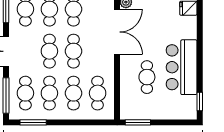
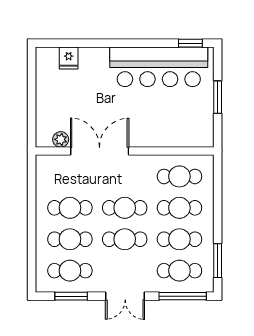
bar counter: (182, 67) -> (159, 67), width x1.36
cafe table: (147, 77) -> (159, 112), removed
window: (138, 122) -> (218, 97), moved

